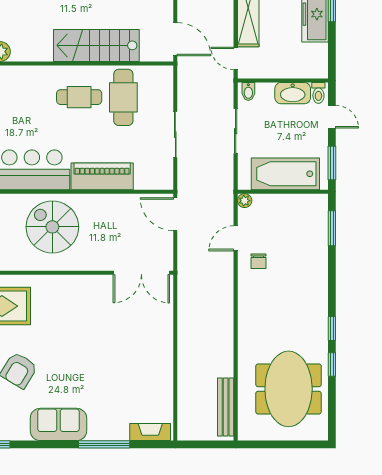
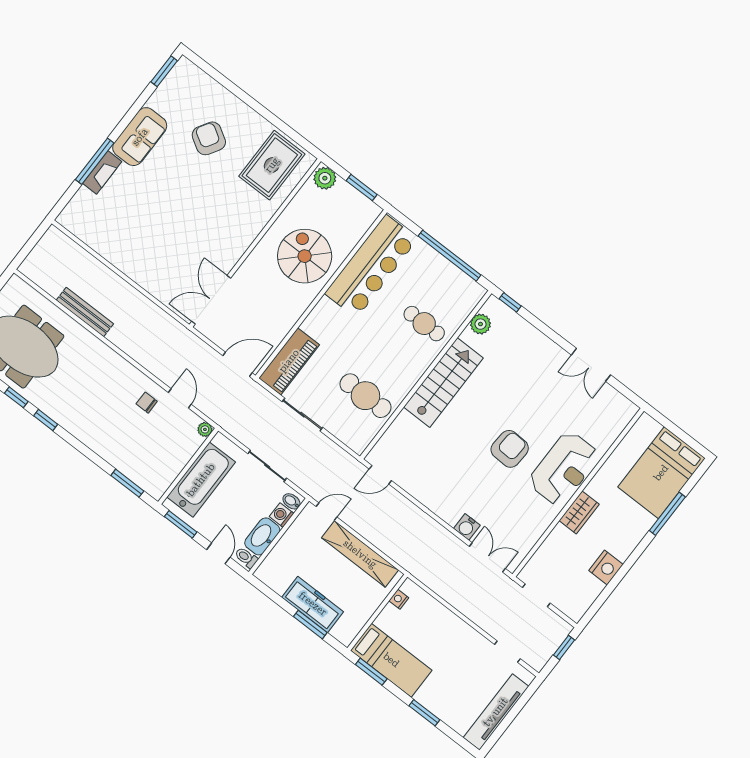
door: (175, 39) -> (380, 475), width x0.73
stairs: (96, 45) -> (443, 382), moved
washing machine: (265, 91) -> (282, 515), added
cafe table: (79, 97) -> (424, 324), moved, turned 90
door: (332, 117) -> (218, 553), swing flipped
piano: (102, 176) -> (289, 361), moved
spiral stairs: (52, 227) -> (305, 256), turned -90
bench: (226, 407) -> (85, 312), moved
fireplace: (150, 432) -> (102, 172), moved

